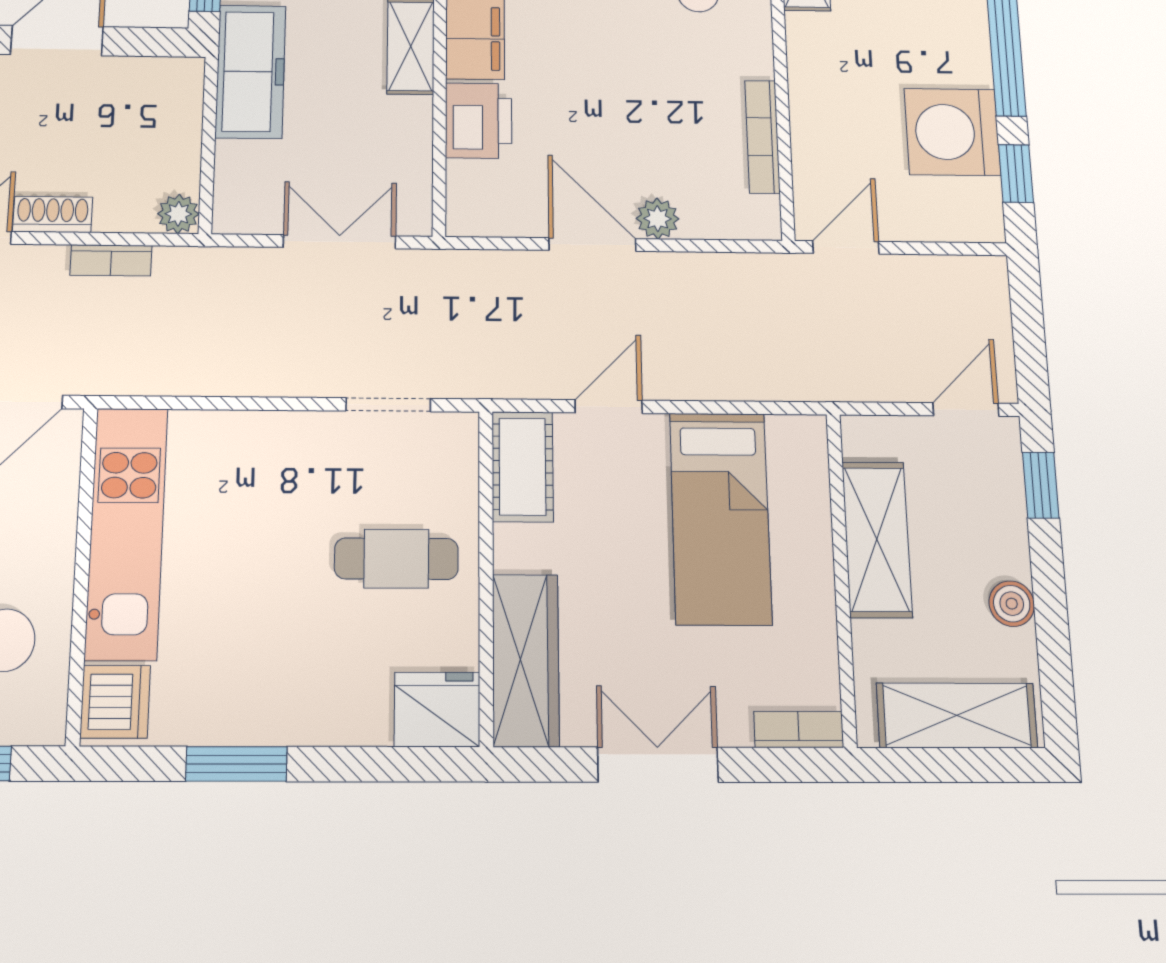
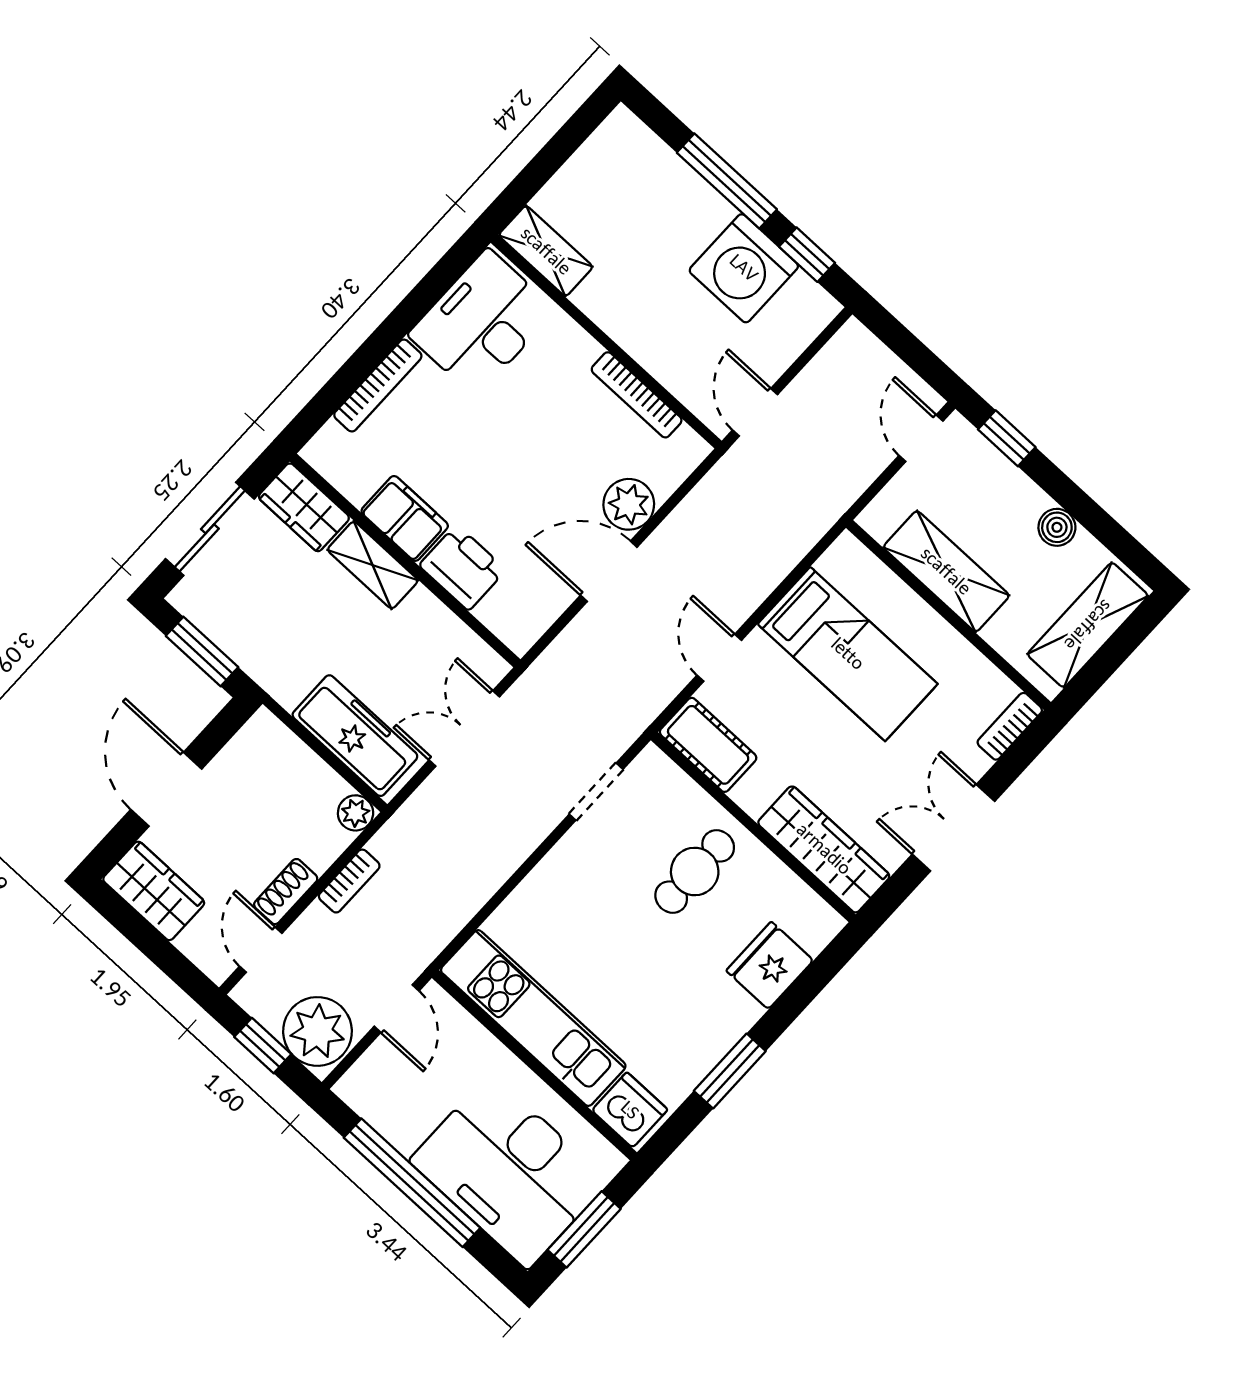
freezer: (251, 71) -> (355, 736), moved
plant: (658, 219) -> (629, 504), width x1.38, depth x1.38
fridge: (437, 709) -> (770, 965), moved

